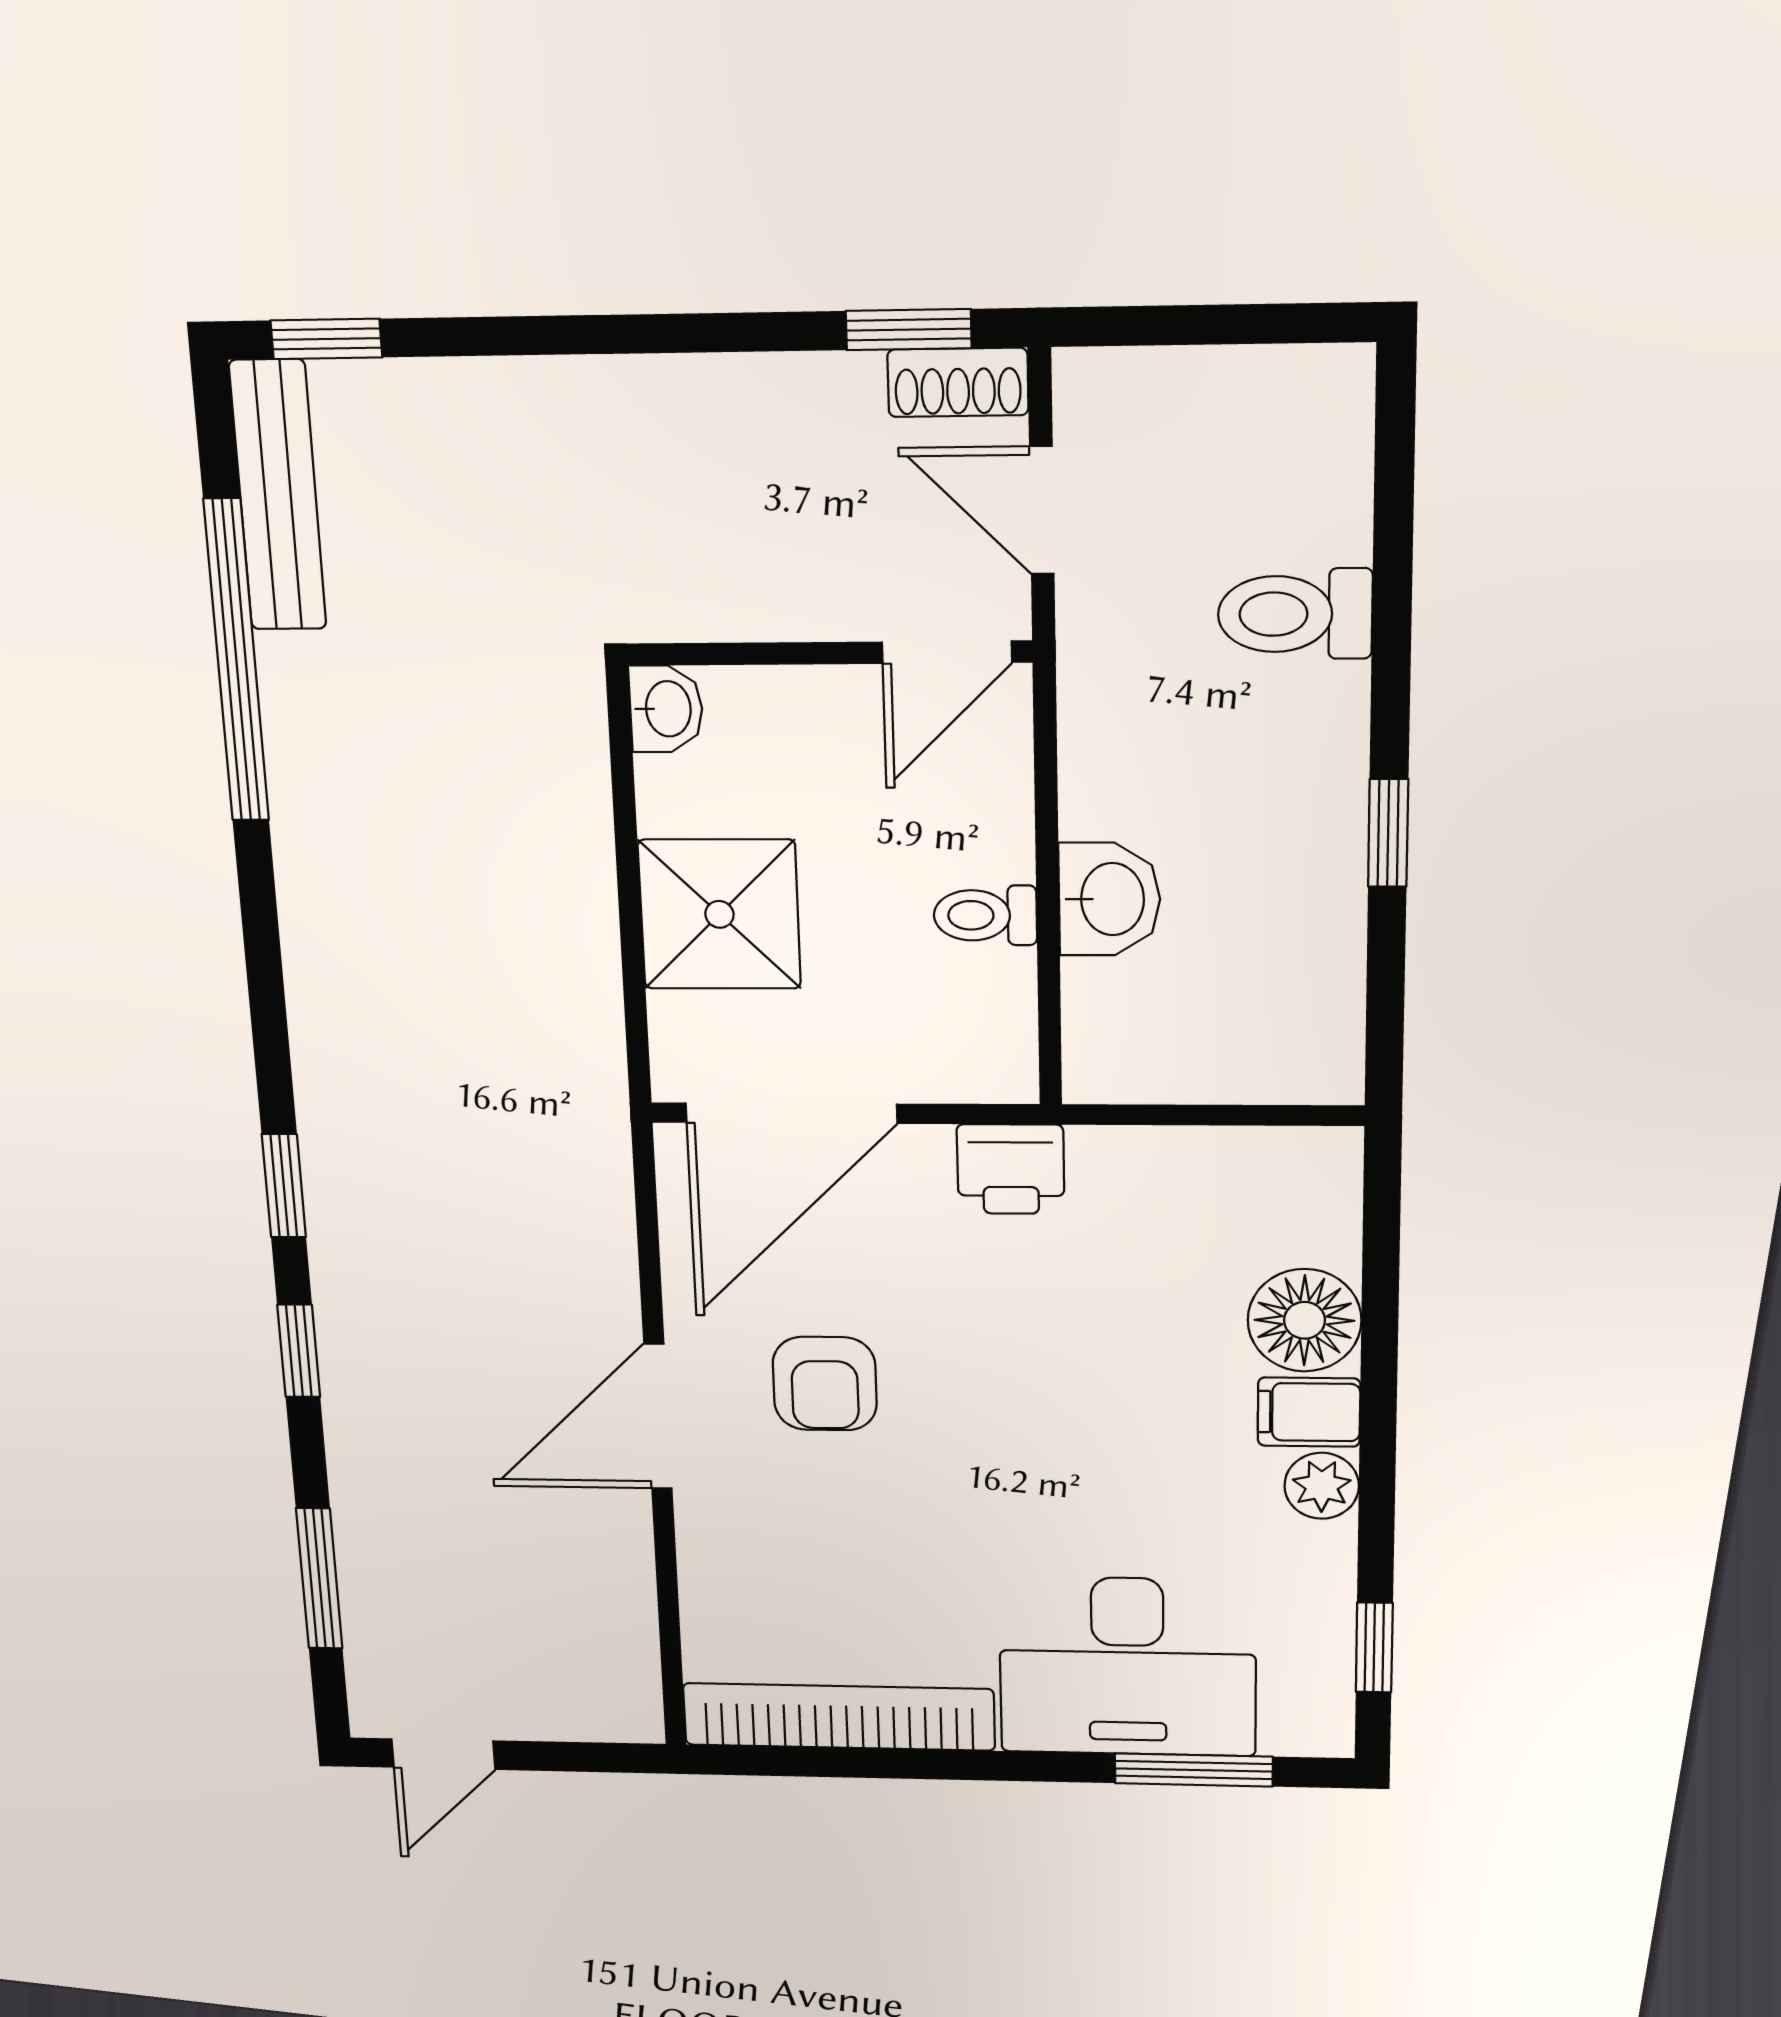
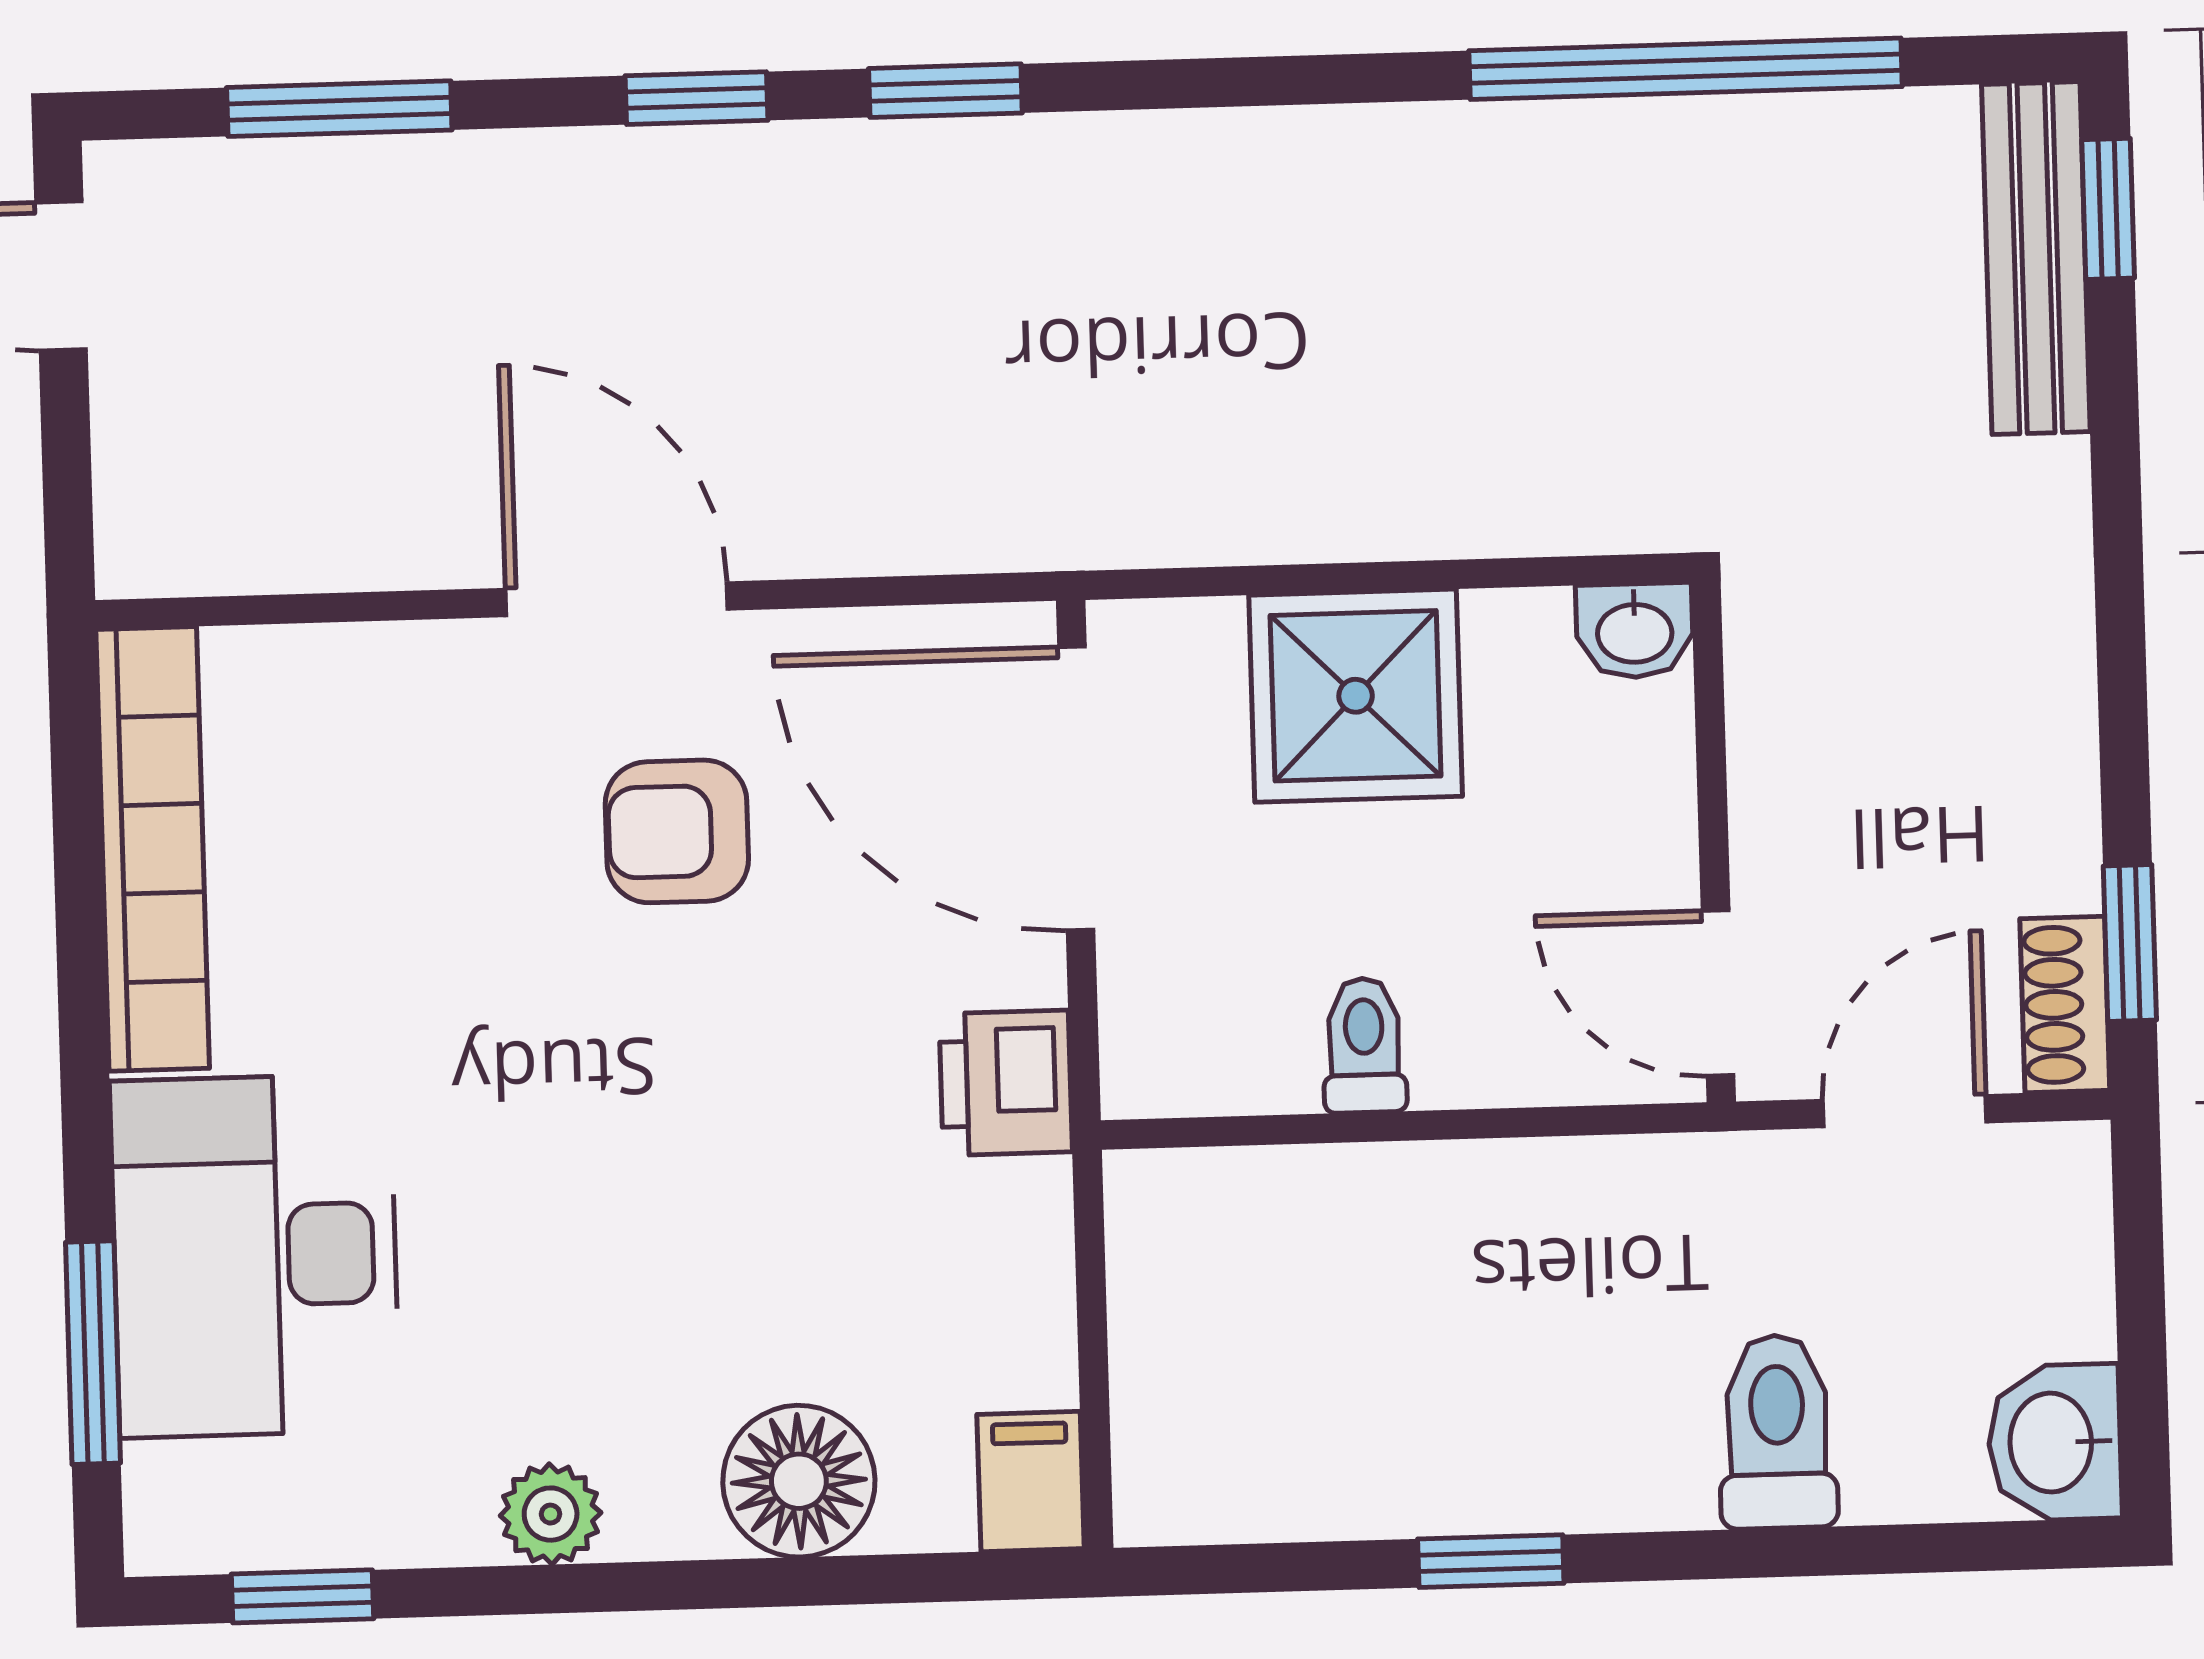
bench: (278, 496) -> (2036, 258), moved, turned 90
washbasin: (1109, 899) -> (2055, 1442), moved, turned 90
filing cabinet: (1309, 1412) -> (1031, 1481), moved

